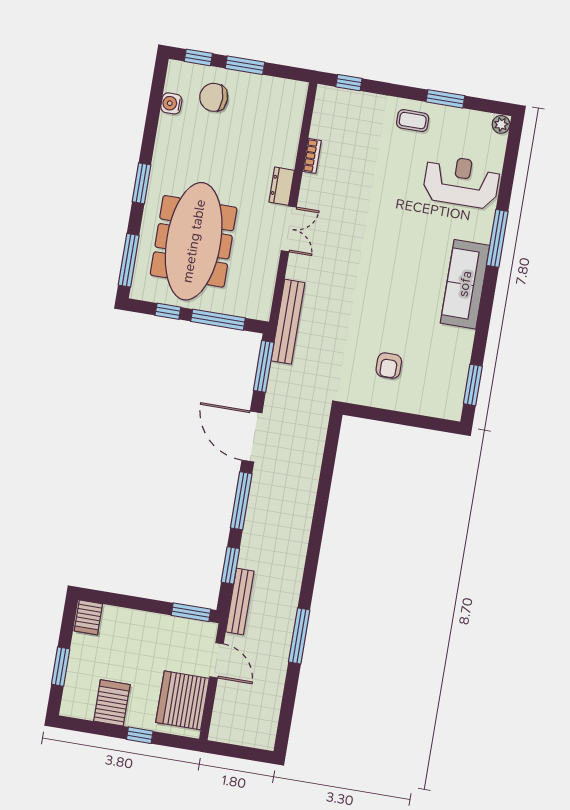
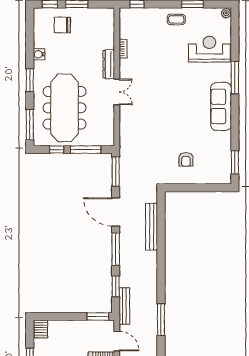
water cooler: (171, 103) -> (39, 54), moved
dresser: (282, 186) -> (109, 64), width x1.44
bench: (288, 322) -> (152, 227), moved

